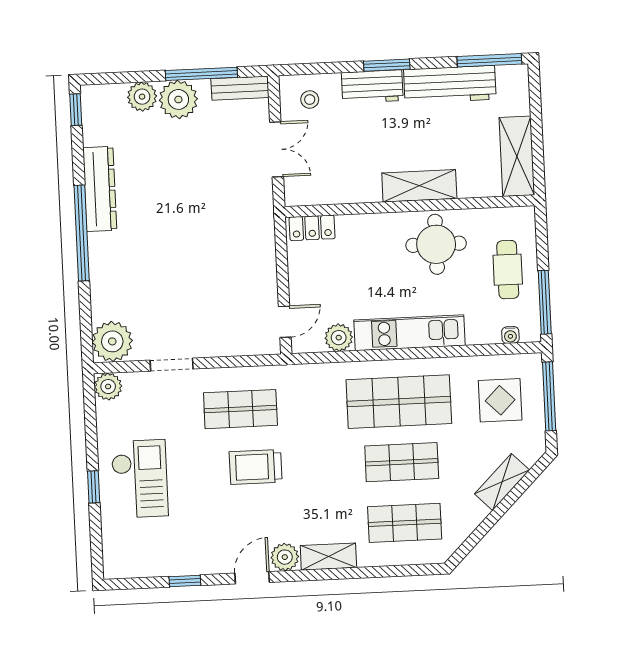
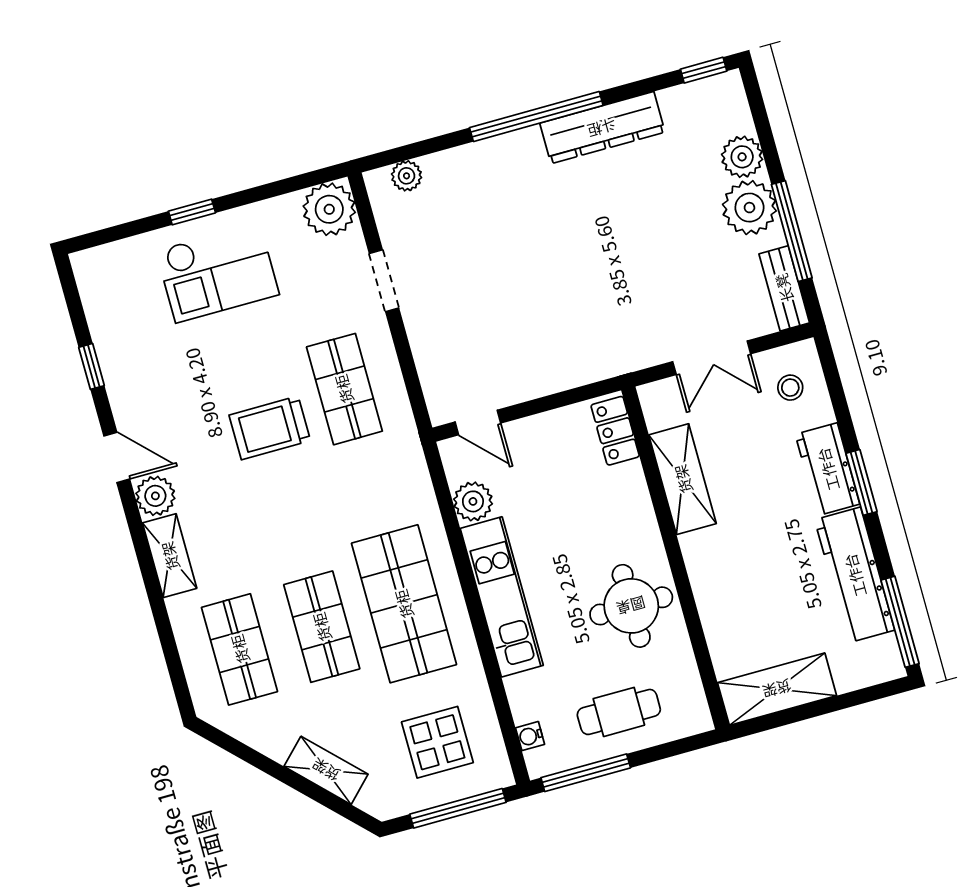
shelving: (419, 186) -> (683, 479), moved
plant: (112, 341) -> (407, 176), width x0.53, depth x0.53
plant: (108, 387) -> (329, 209), width x1.36, depth x1.36
trolley: (256, 467) -> (270, 428), turned -90

